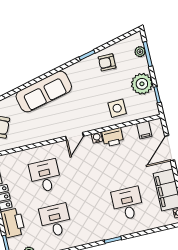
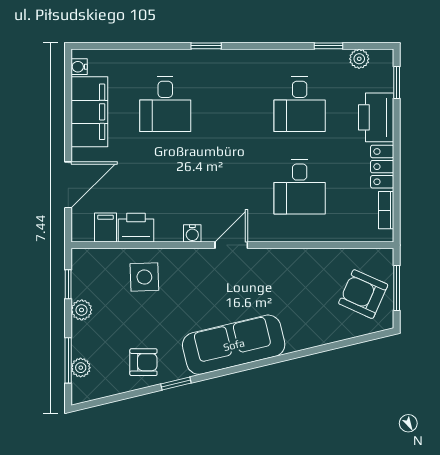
plant: (142, 84) -> (82, 310), width x0.53, depth x0.53
sofa: (44, 92) -> (234, 345), moved
printer: (113, 137) -> (136, 228), moved

